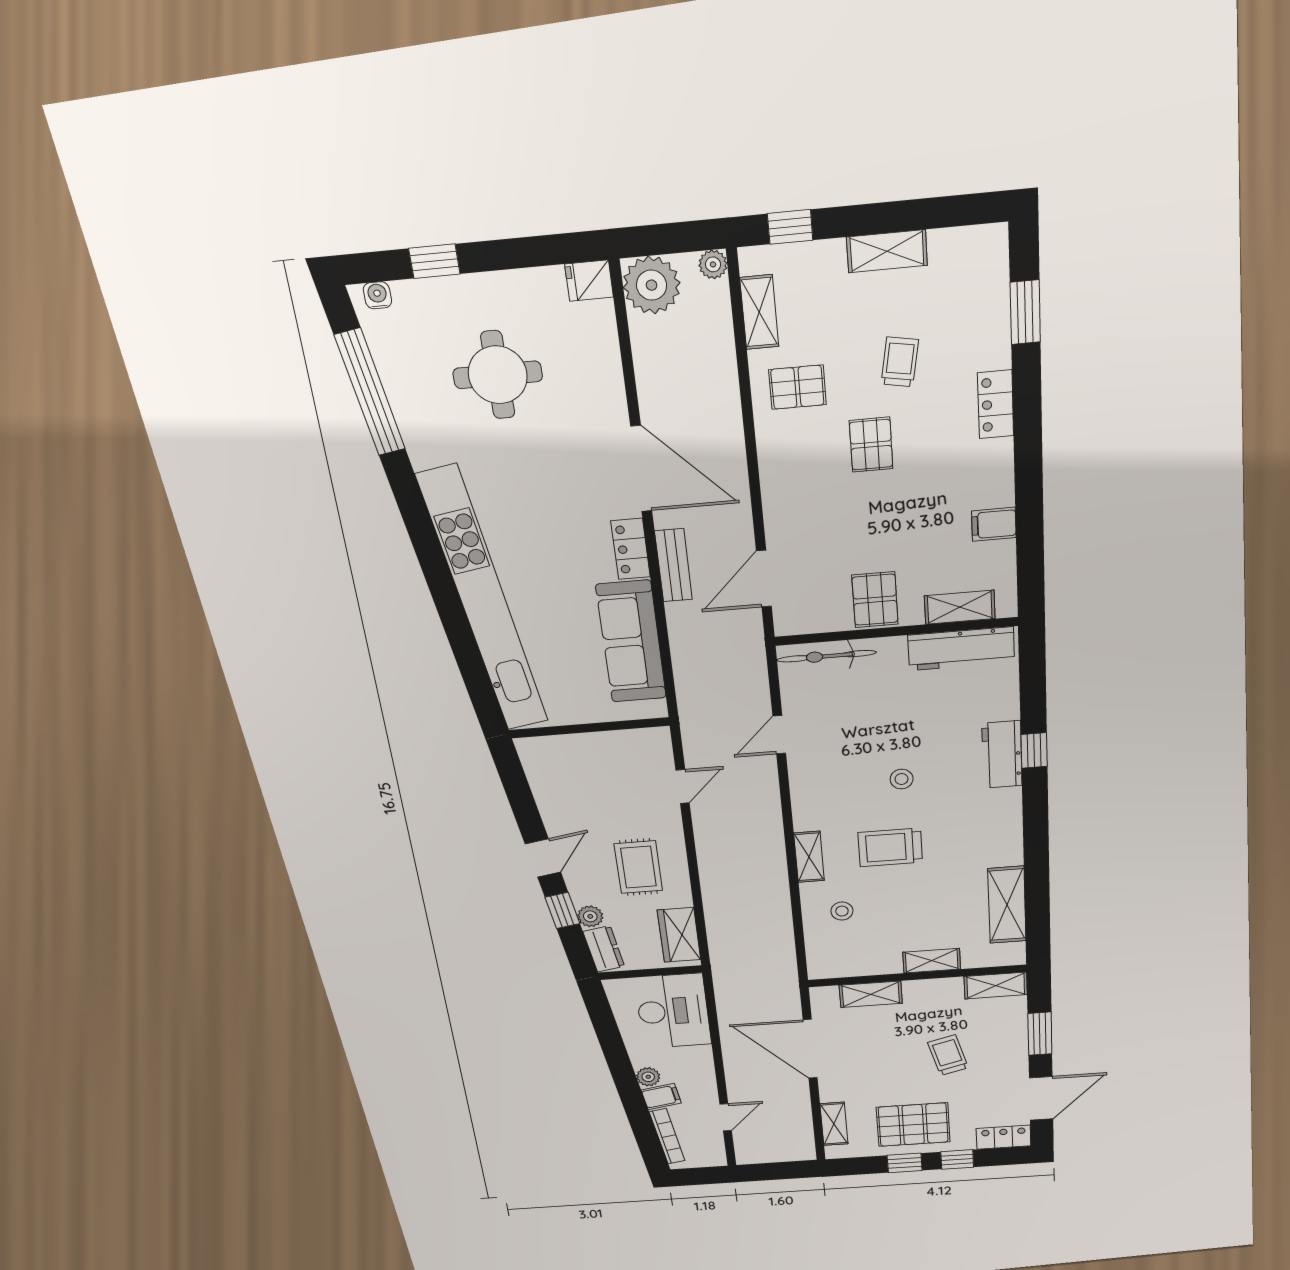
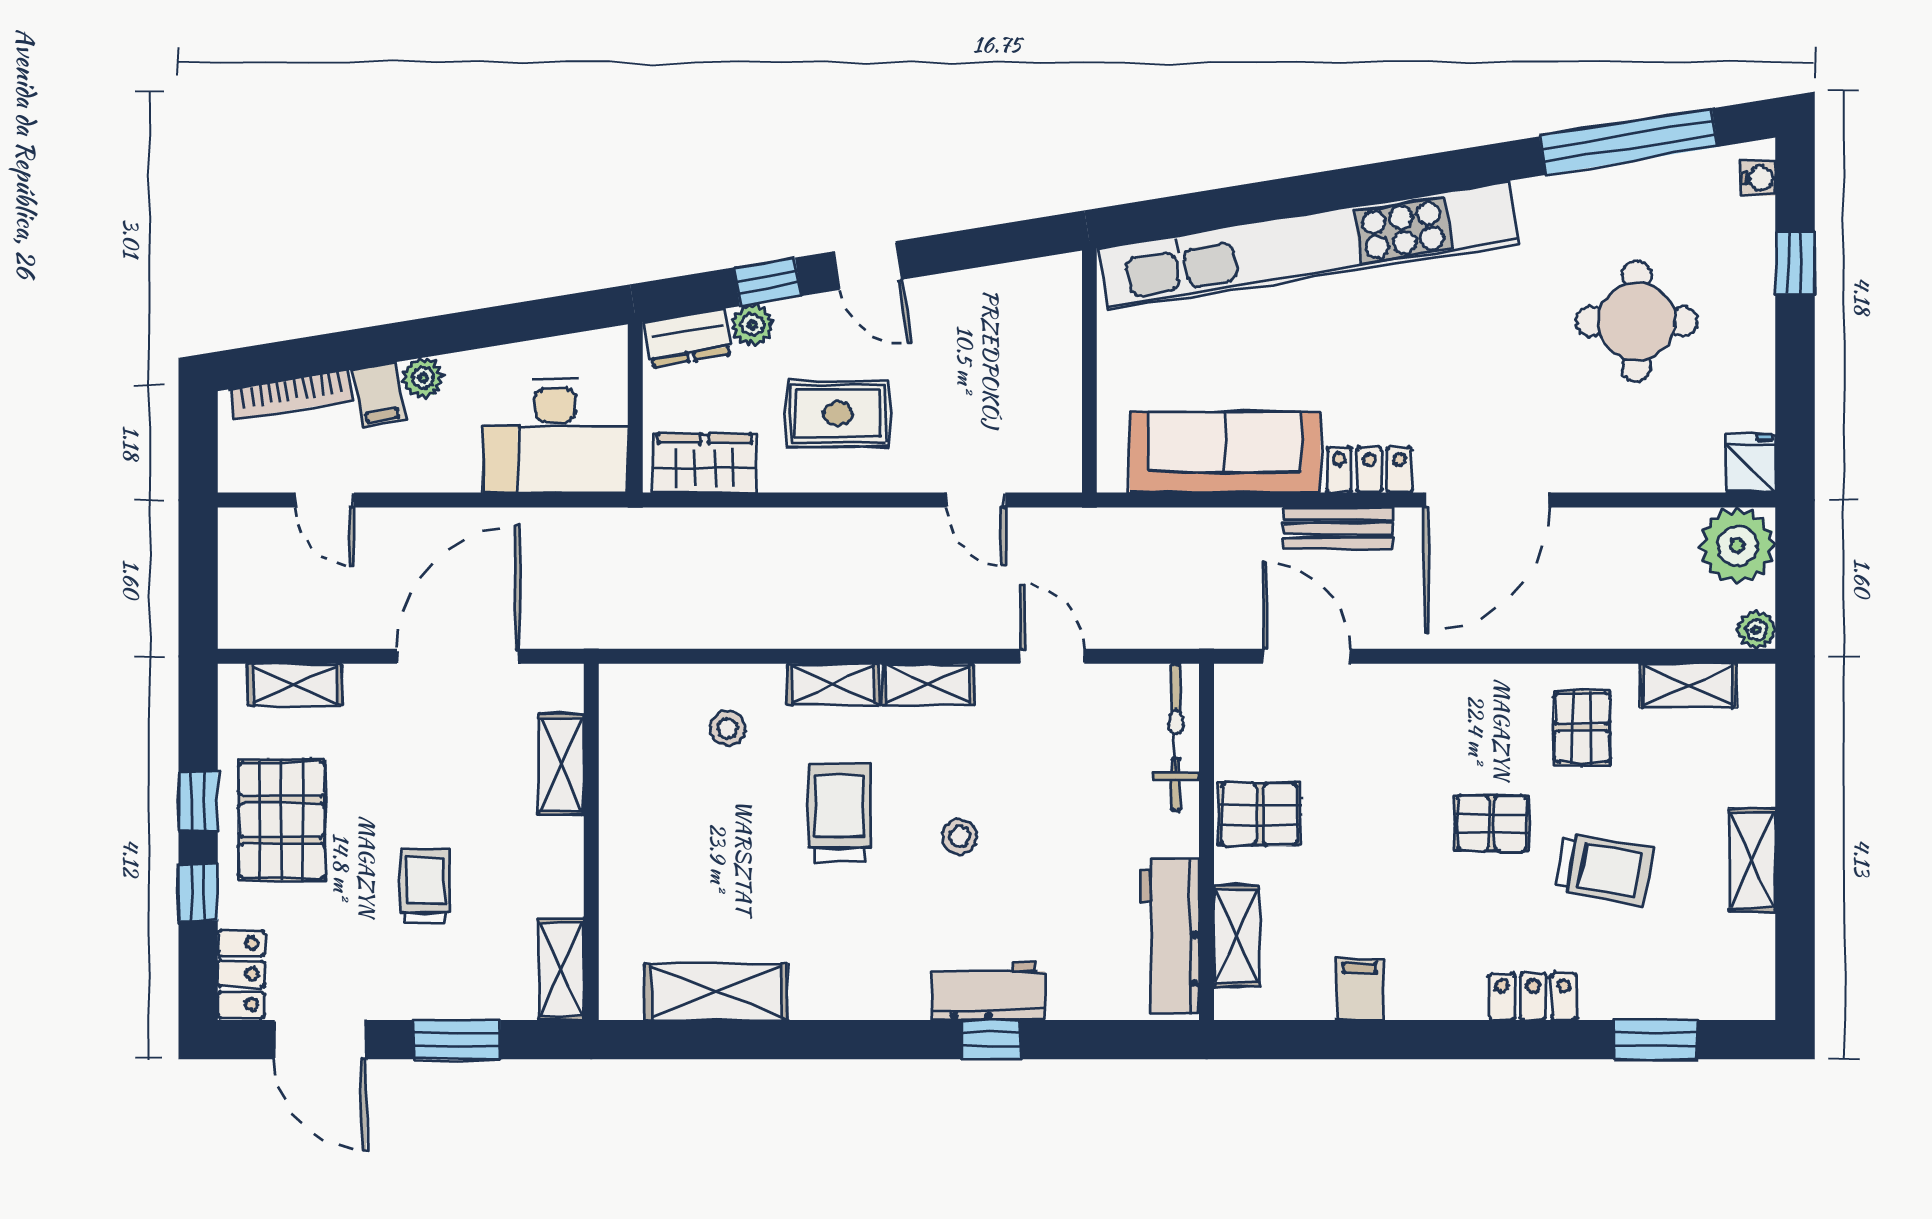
window: (790, 227) -> (1795, 736), removed
trolley: (900, 362) -> (1604, 869), width x1.36, depth x1.39
shelving: (932, 961) -> (928, 684), moved, turned 90
trolley: (948, 1055) -> (426, 886), turned -75

